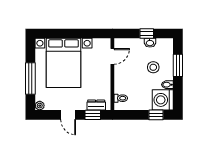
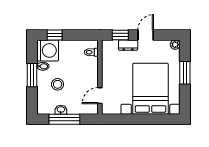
window: (147, 34) -> (64, 119), width x2.17
window: (178, 65) -> (32, 75), moved
window: (30, 78) -> (185, 73), width x0.69
dresser: (96, 105) -> (128, 45), moved
door: (68, 115) -> (146, 35), hinge flipped

